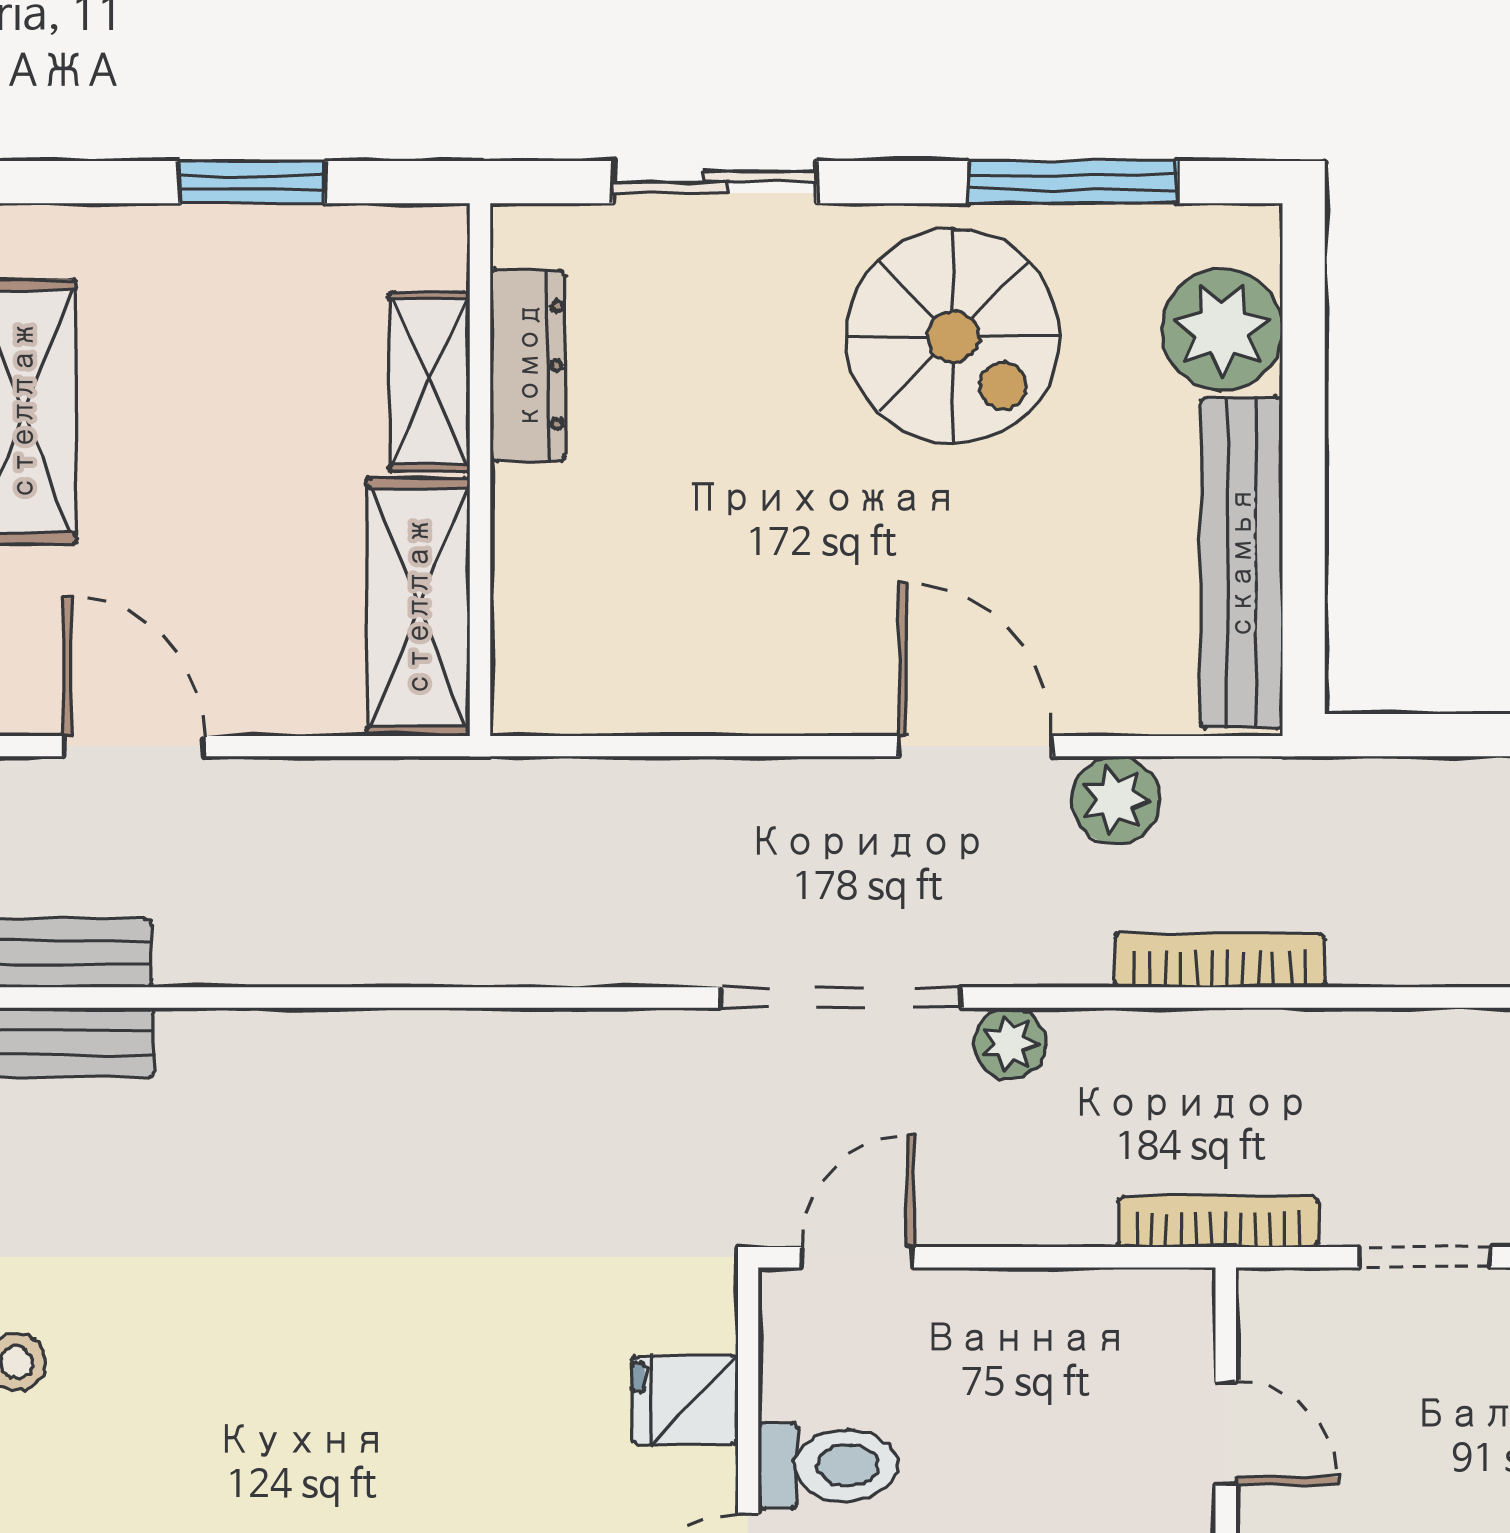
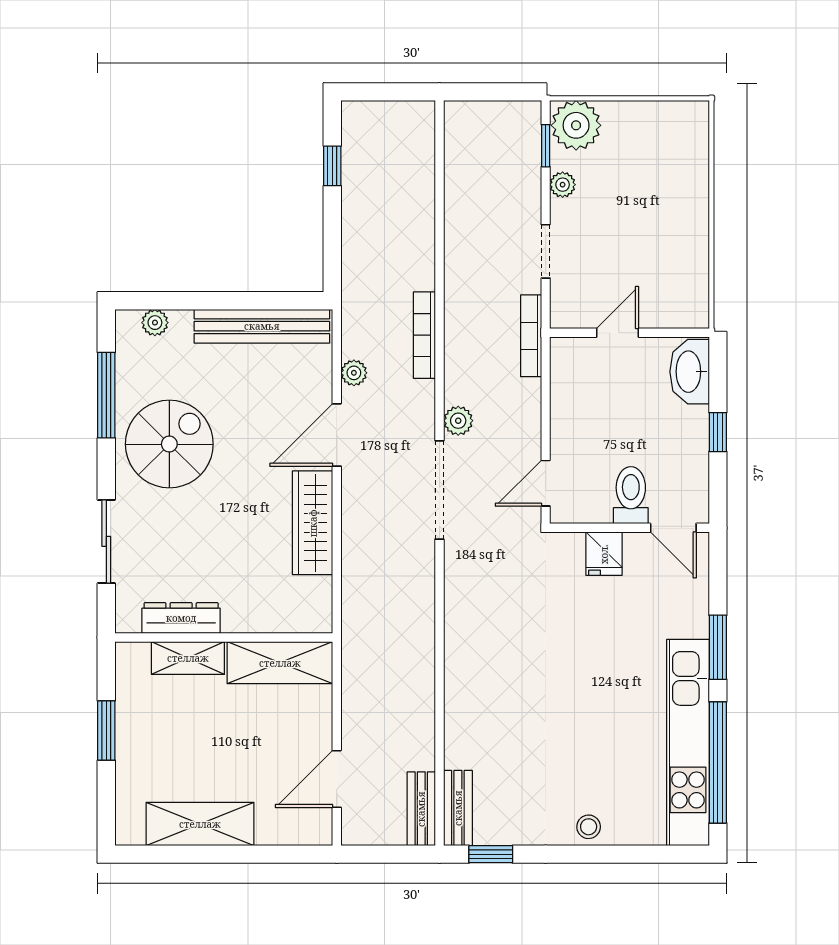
plant: (1222, 330) -> (155, 323), width x0.53, depth x0.53
wardrobe: (761, 687) -> (313, 523), added
plant: (1116, 800) -> (354, 373), width x0.73, depth x0.73
door: (858, 1257) -> (546, 483), hinge flipped

